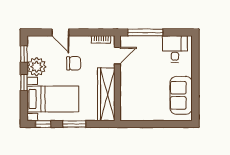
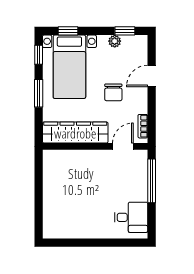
door: (117, 56) -> (123, 146), swing flipped
plant: (37, 67) -> (115, 41), width x0.53, depth x0.53
window: (24, 83) -> (68, 31), moved
sofa: (181, 95) -> (74, 225), removed

